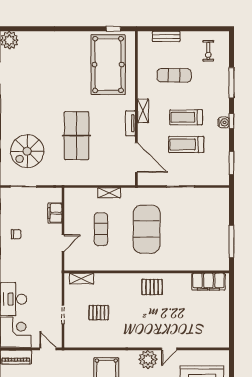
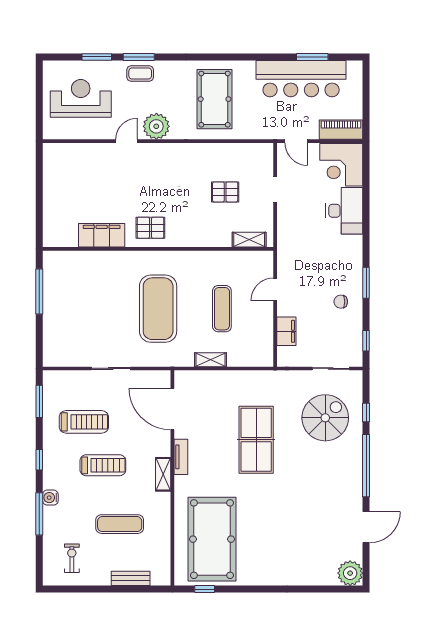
water cooler: (224, 122) -> (50, 498), moved
treadmill: (186, 144) -> (84, 422), moved
filing cabinet: (208, 282) -> (102, 235), moved

